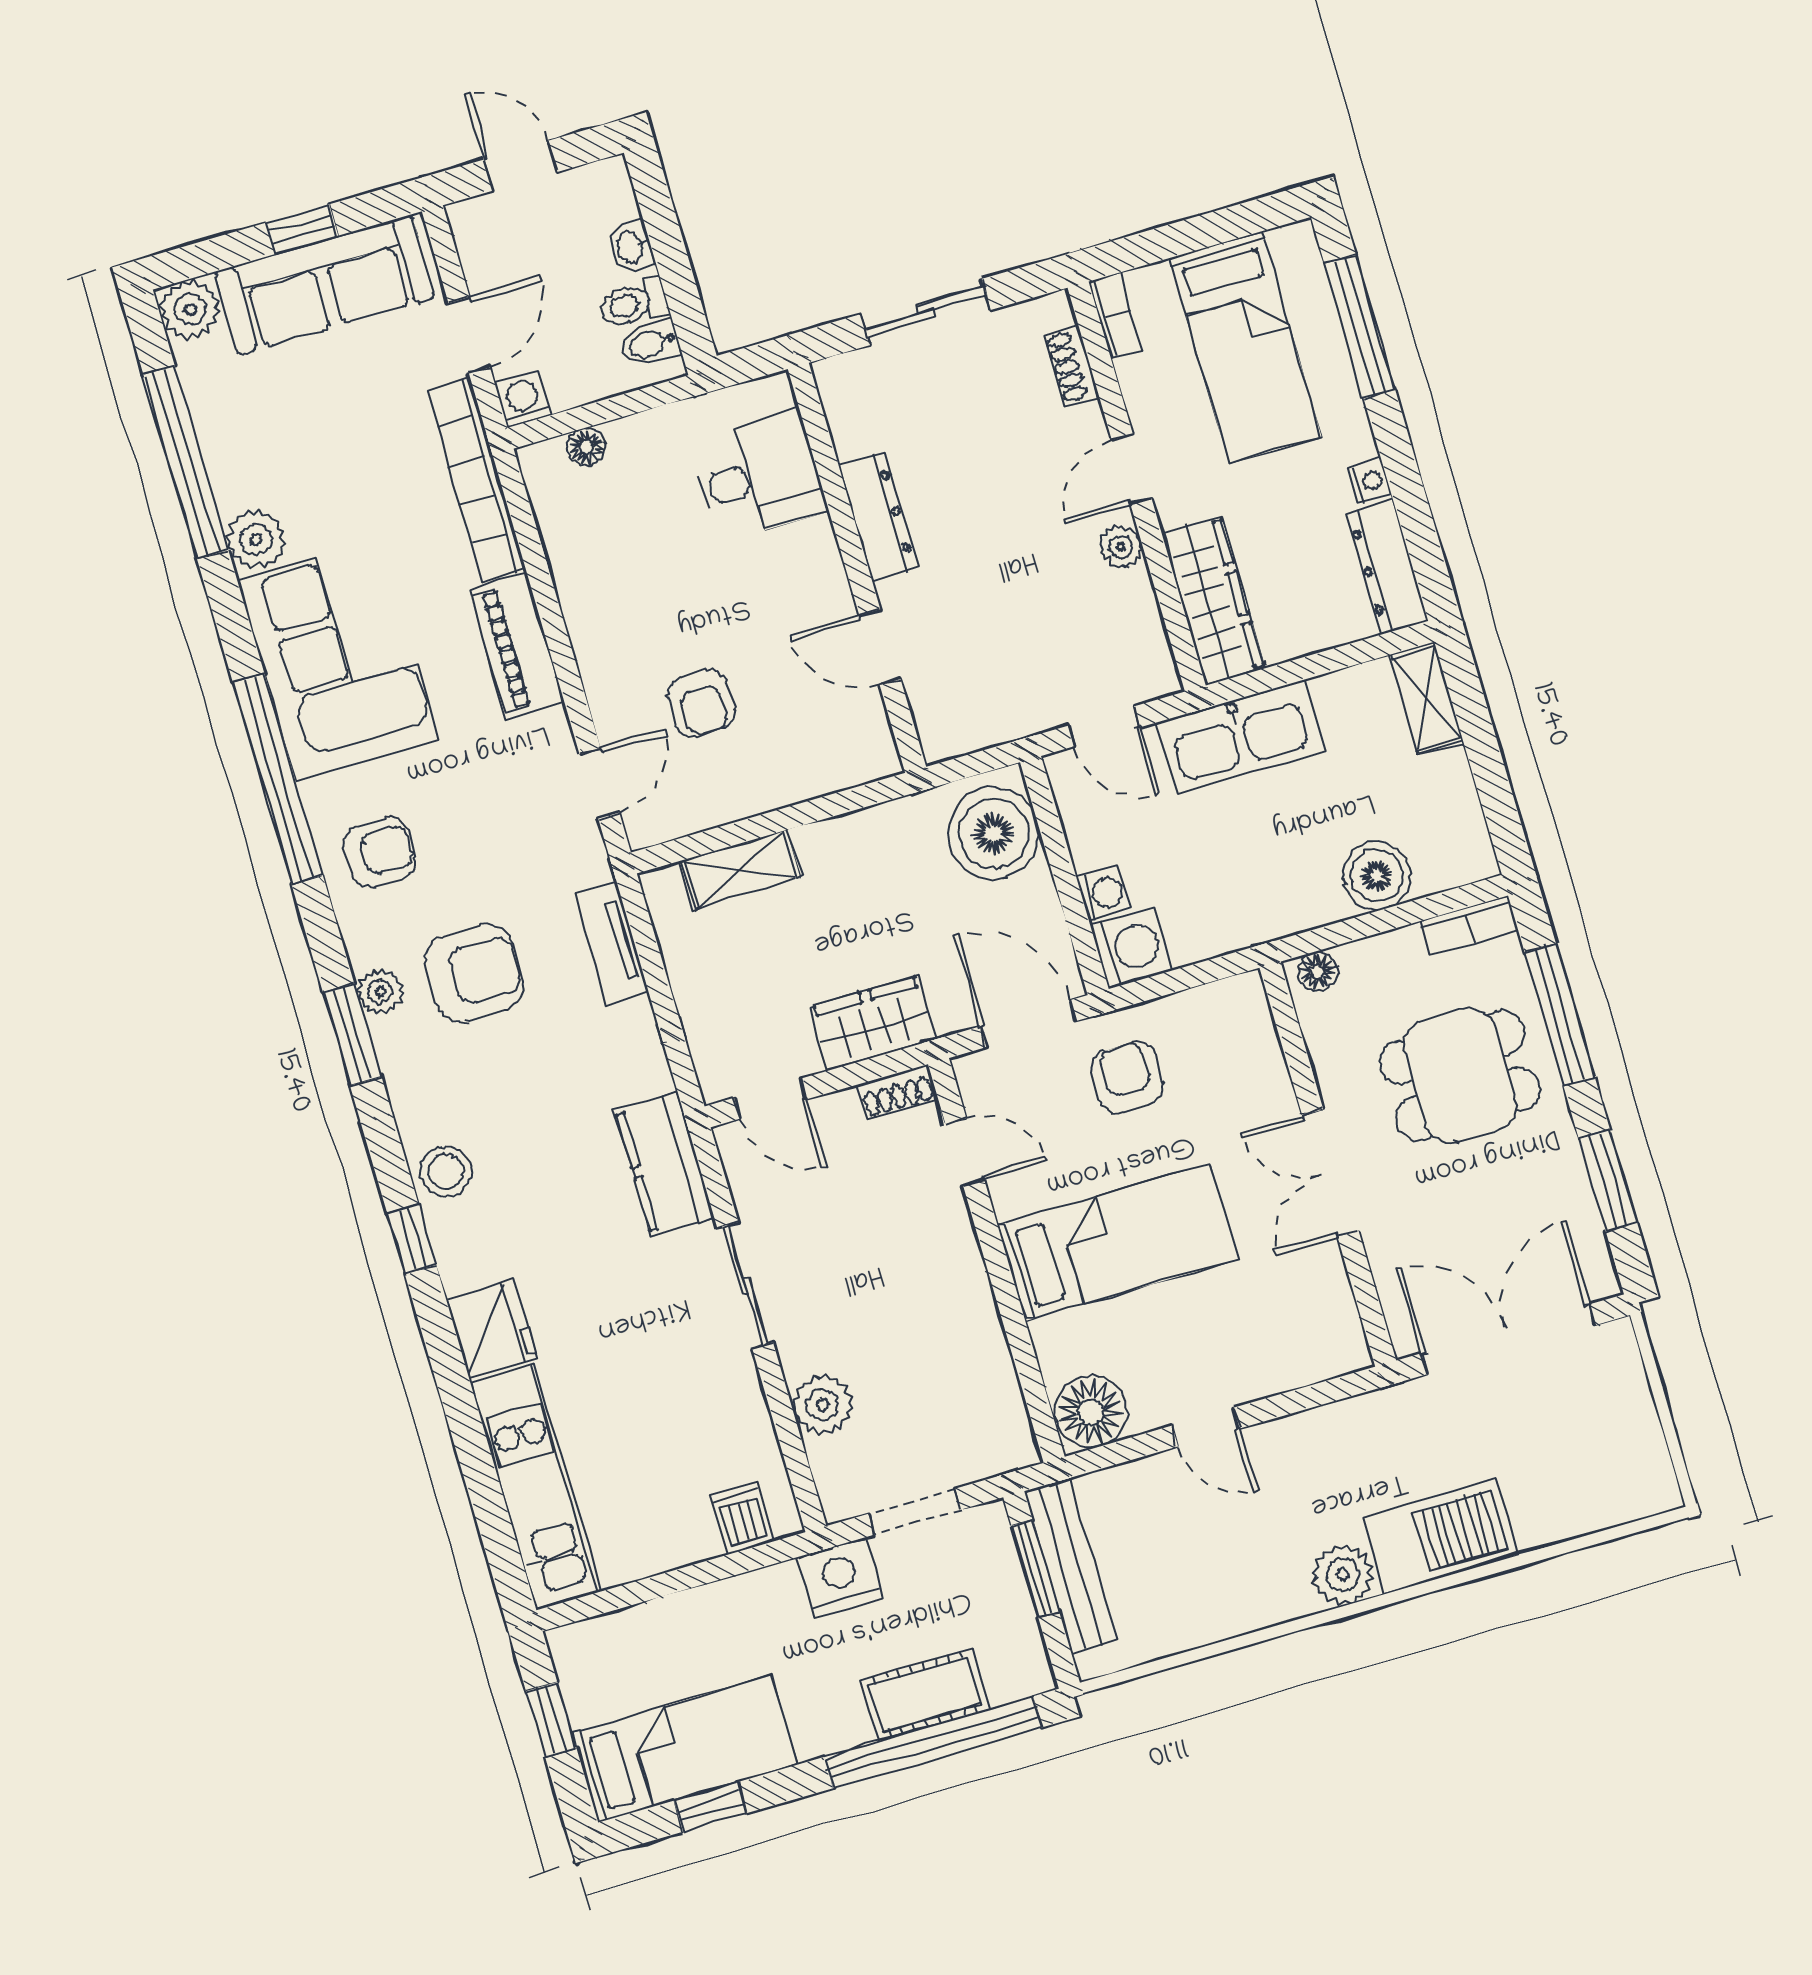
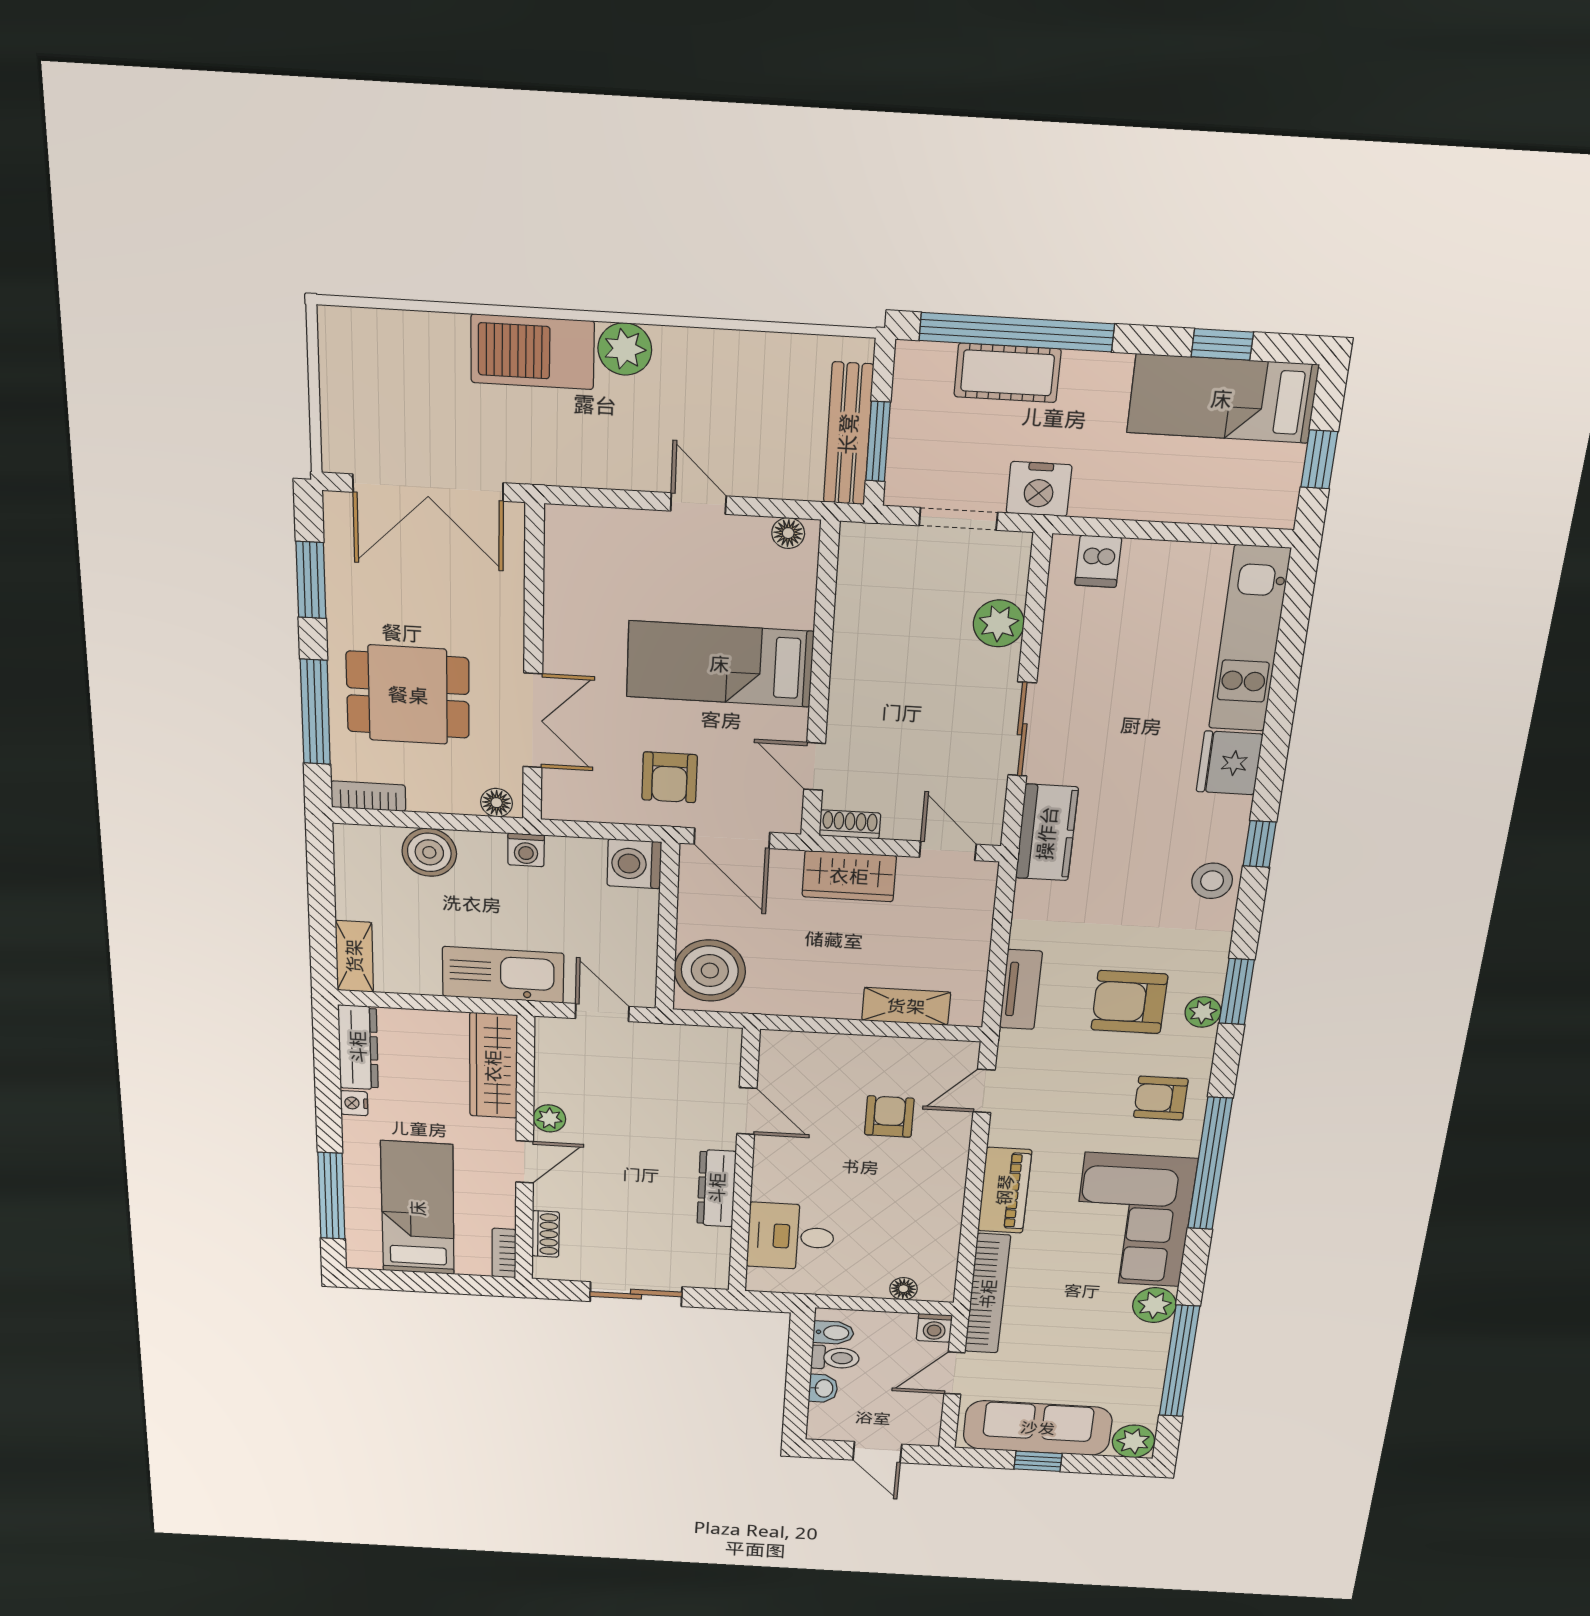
washing machine: (1104, 893) -> (526, 850), moved, turned -90
double door: (1330, 1173) -> (533, 721), moved
floor lamp: (1091, 1412) -> (788, 533), width x0.53, depth x0.53

